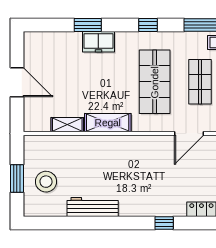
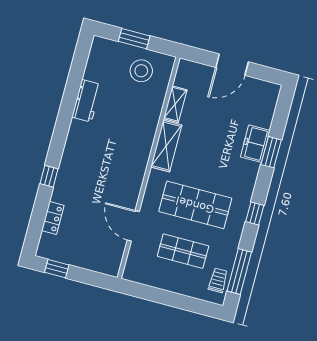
freezer: (98, 42) -> (255, 144), moved
stool: (46, 182) -> (141, 71), moved
workbench: (93, 207) -> (87, 101), width x0.73

